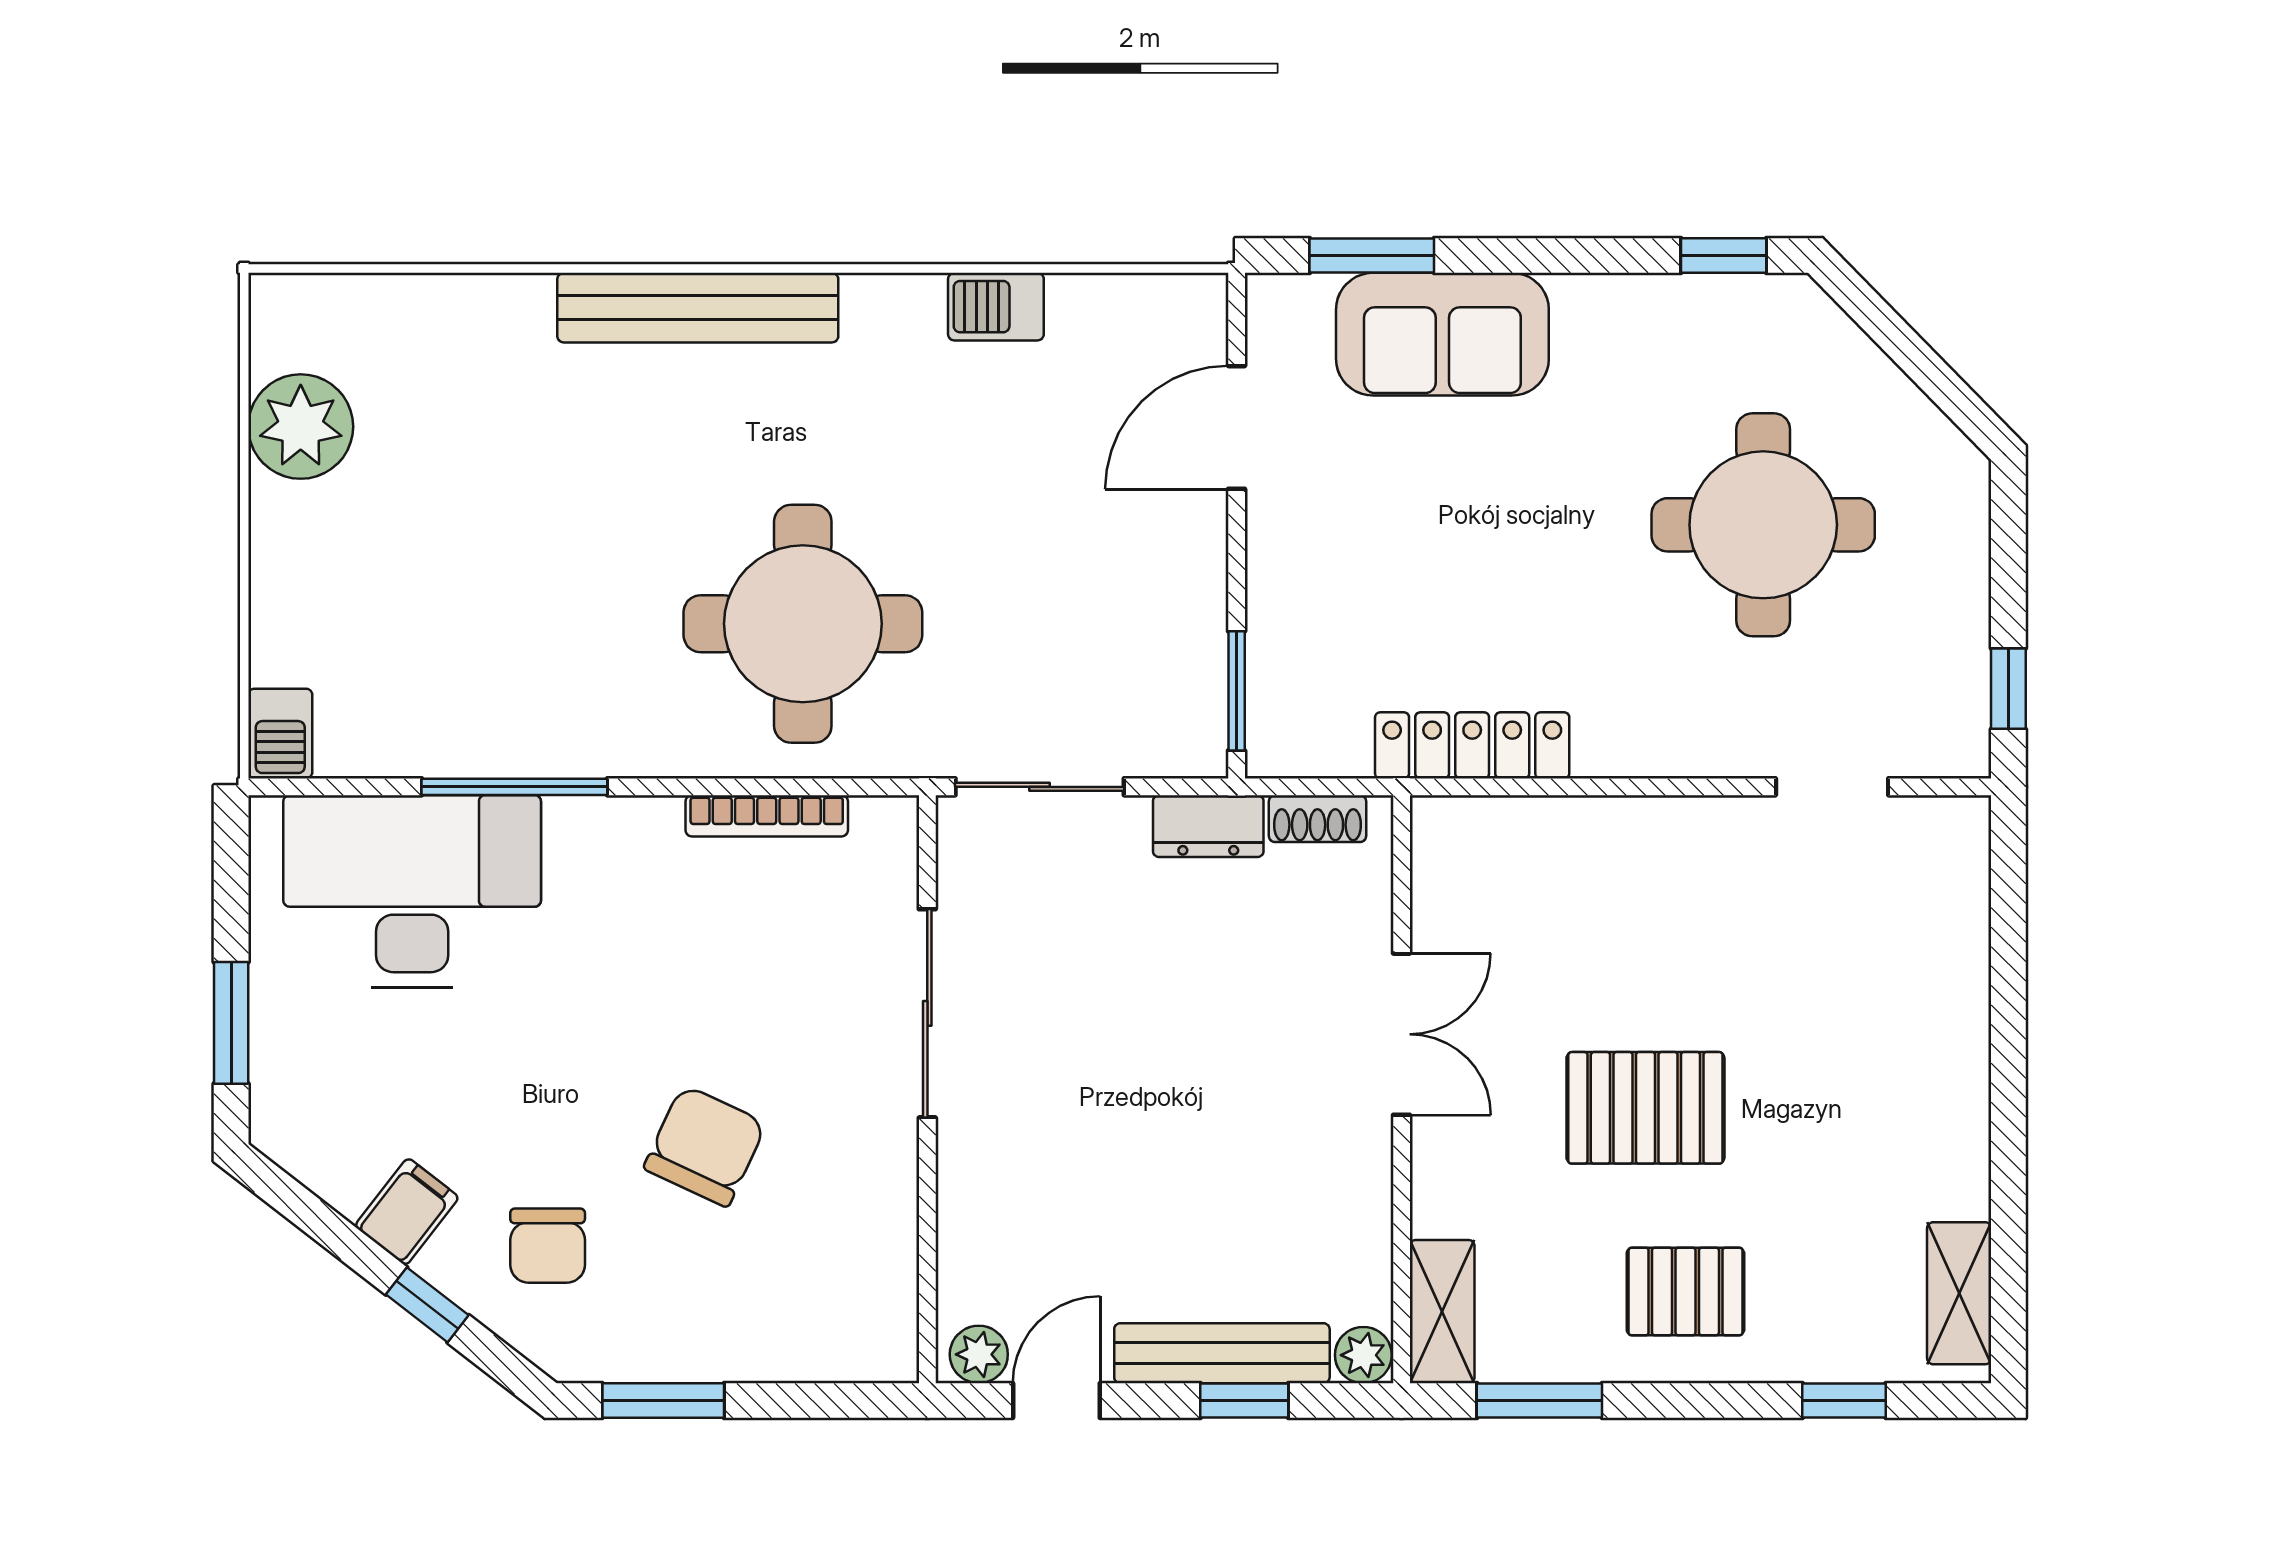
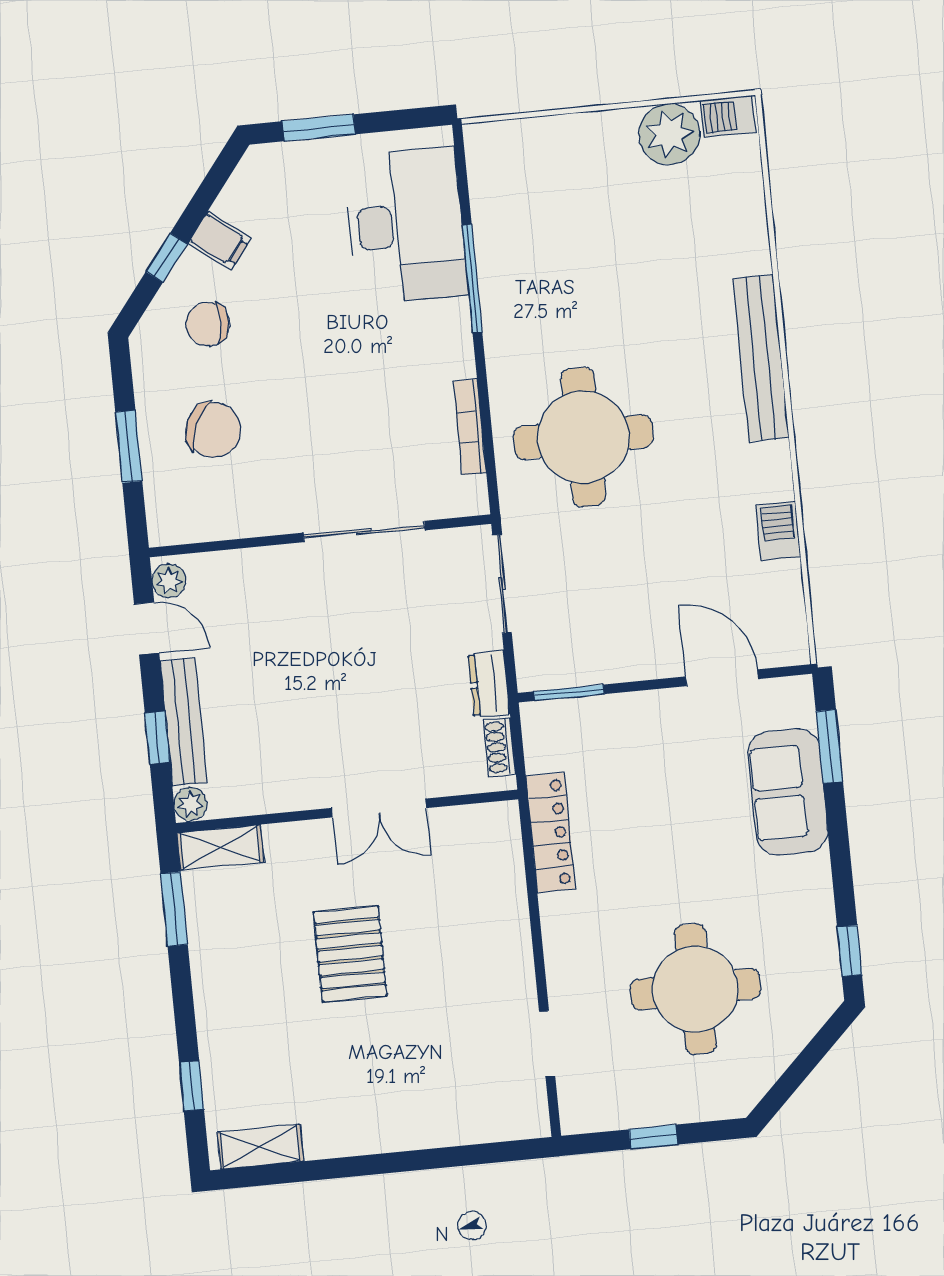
window: (2008, 689) -> (653, 1137), moved
barbecue: (280, 734) -> (728, 116), moved
chair: (705, 1146) -> (213, 430), moved
pallet: (1685, 1291) -> (246, 988), removed
window: (663, 1401) -> (129, 446), moved

